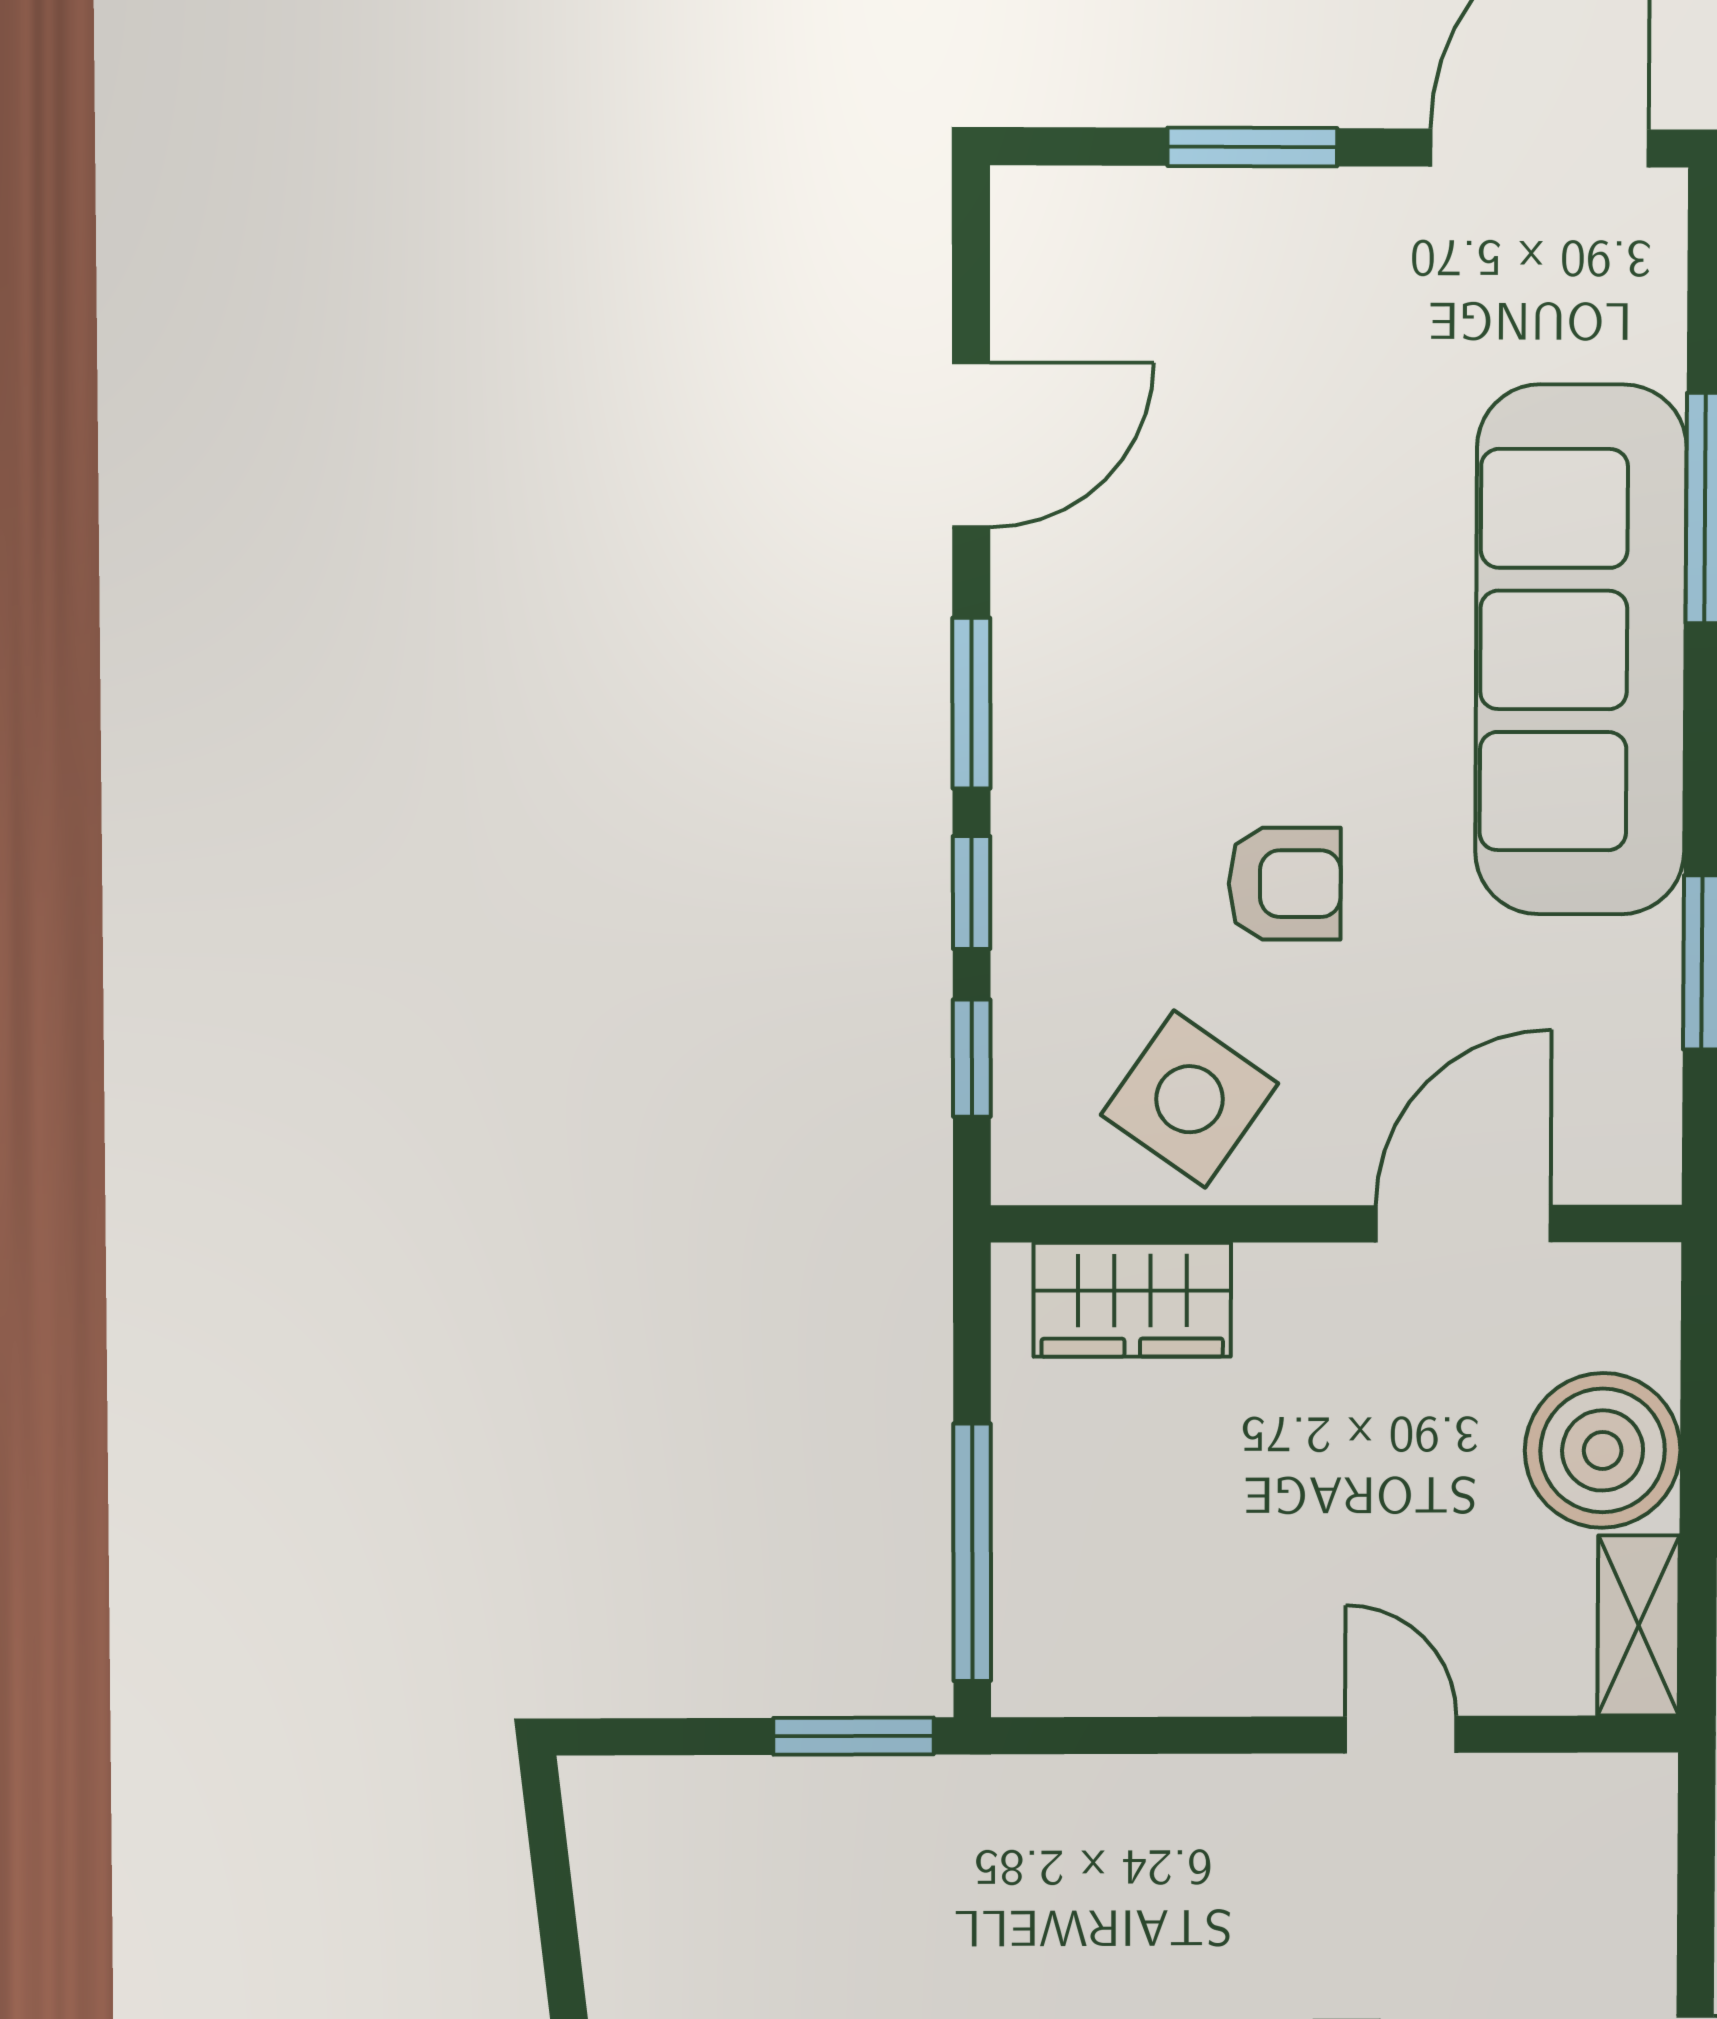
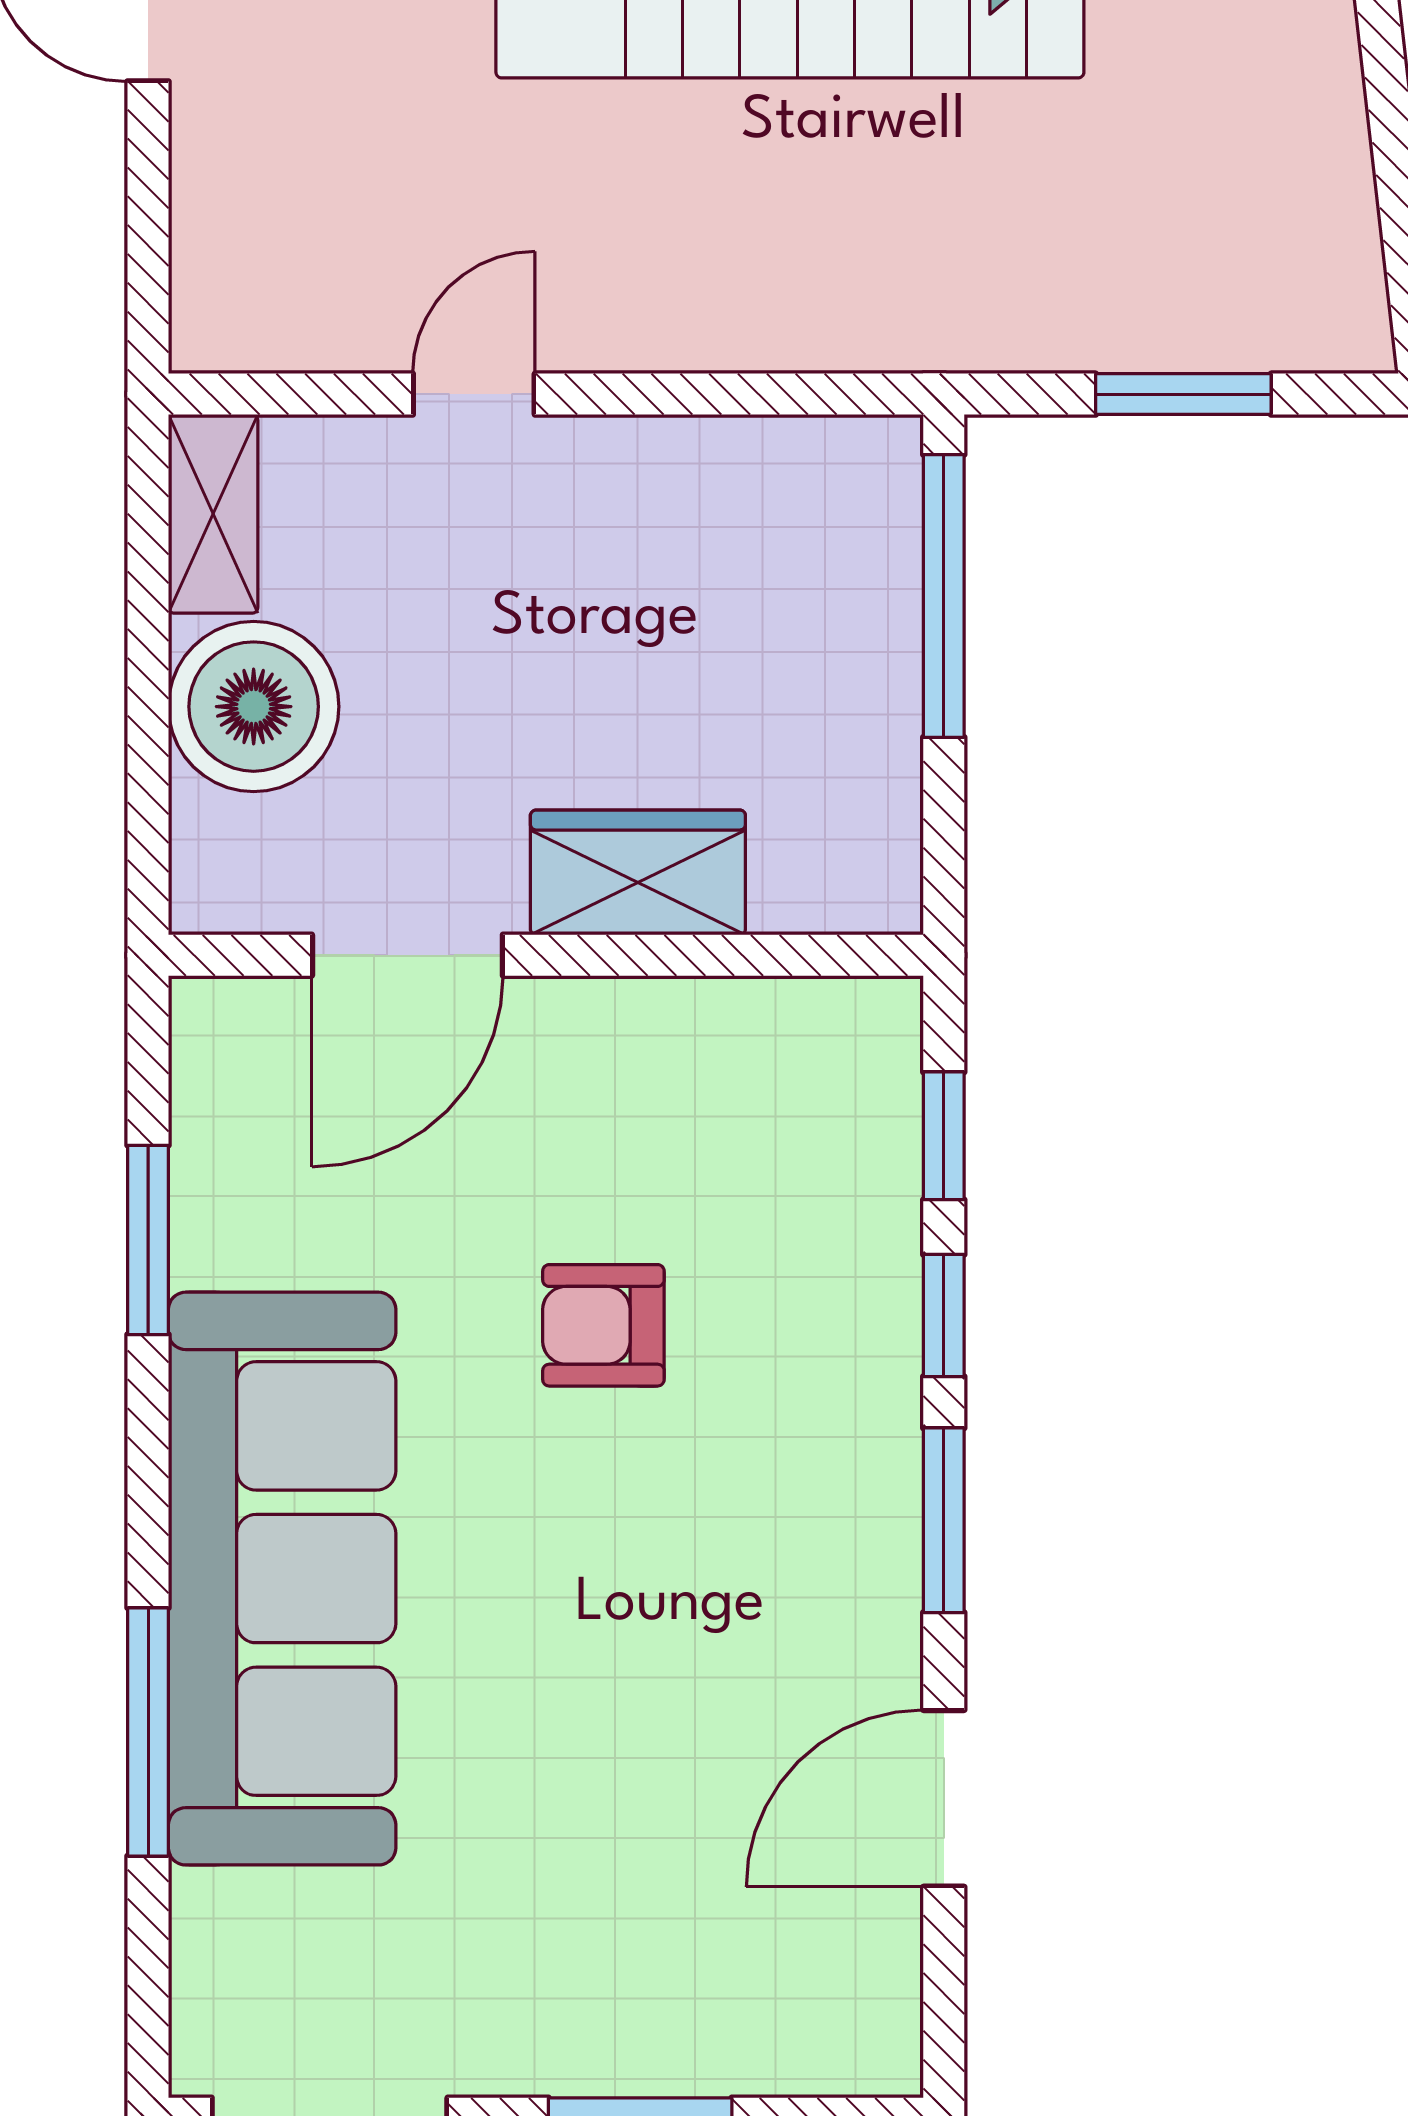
side table: (1190, 1099) -> (707, 1091), removed
wardrobe: (1132, 1300) -> (638, 872), moved
door: (1401, 1735) -> (474, 394), swing flipped
window: (854, 1736) -> (1183, 394), moved

